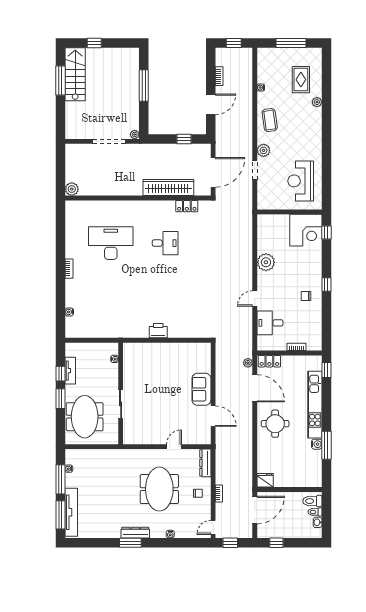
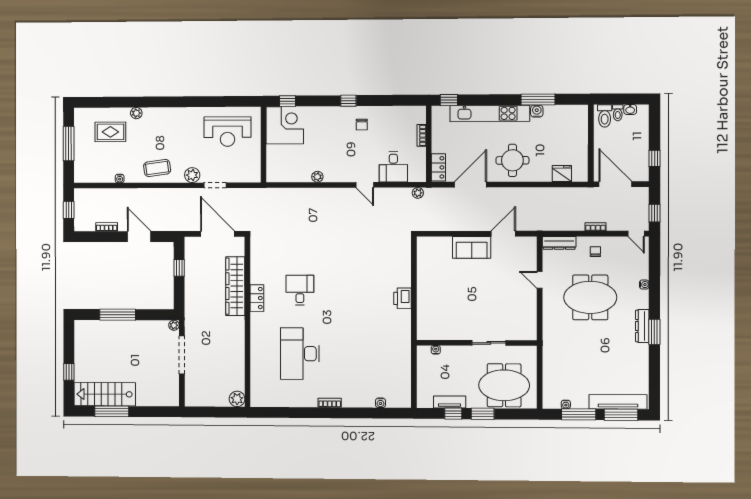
locker: (187, 206) -> (257, 298), moved
plant: (266, 262) -> (317, 177), width x0.53, depth x0.53
plant: (248, 363) -> (418, 193), moved
fridge: (265, 480) -> (562, 173), moved, turned 90

